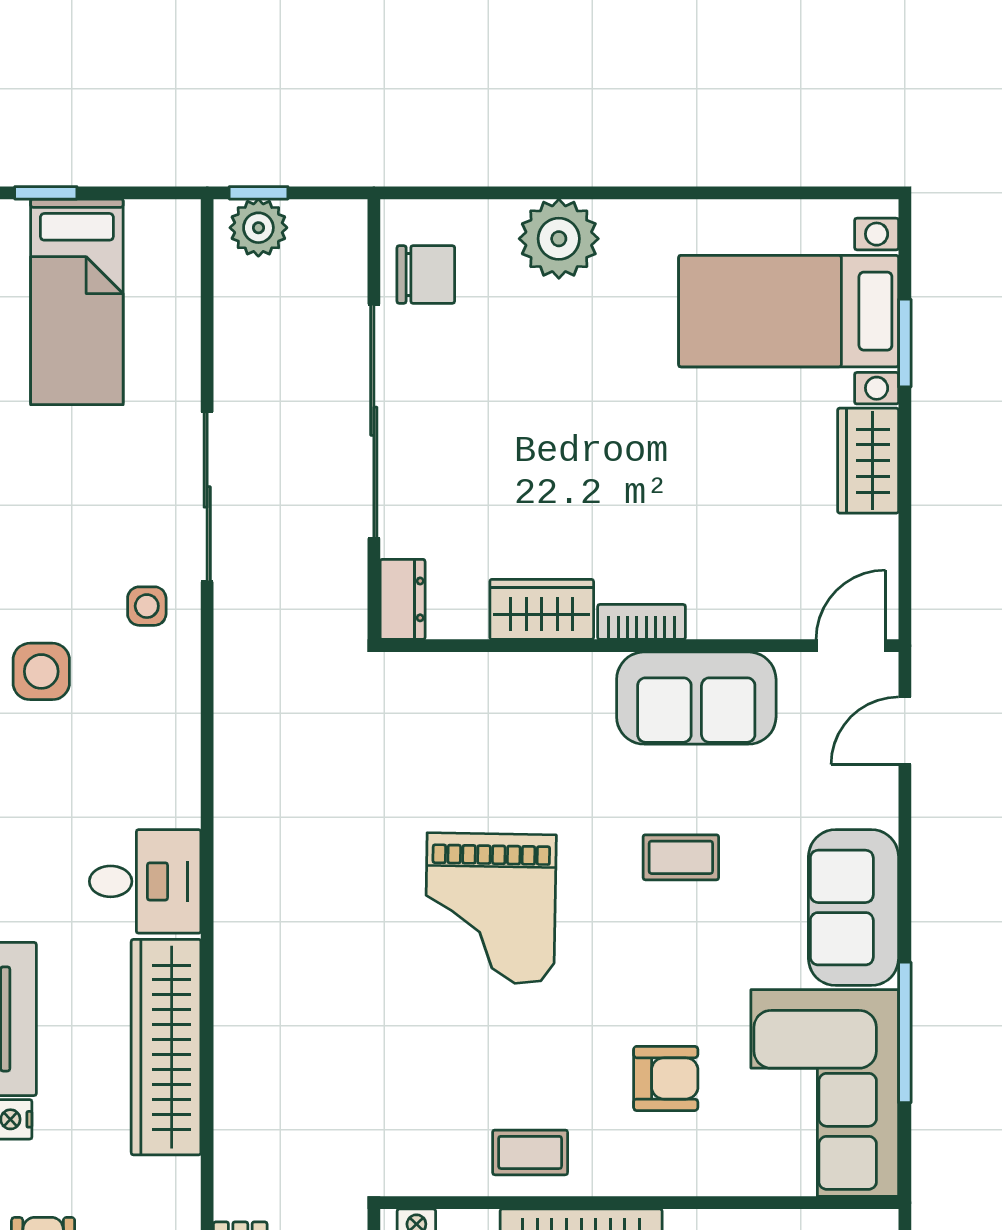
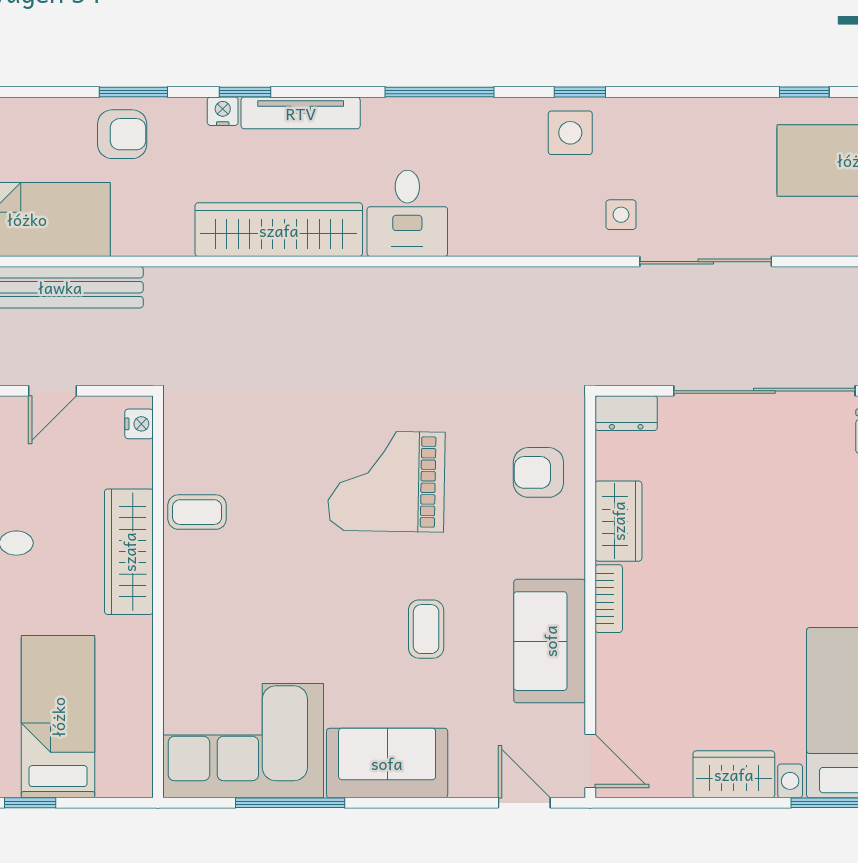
armchair: (666, 1078) -> (538, 472), moved, turned 90
coffee table: (530, 1152) -> (197, 512), turned 90

